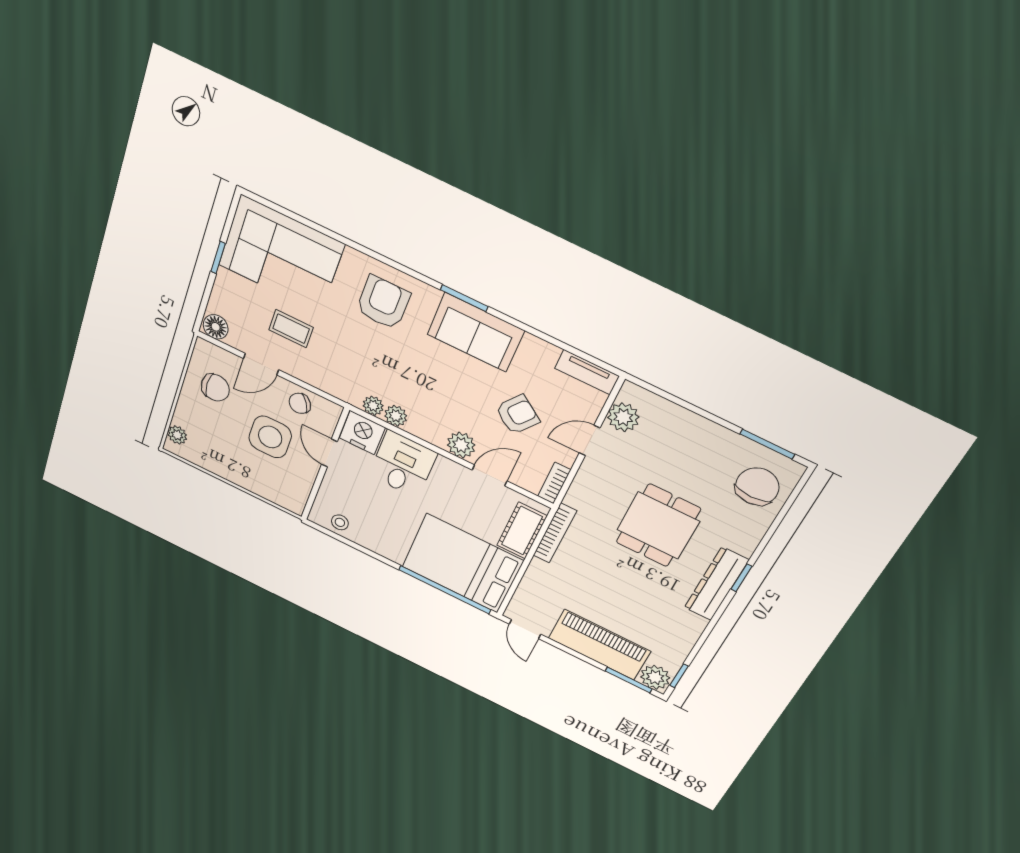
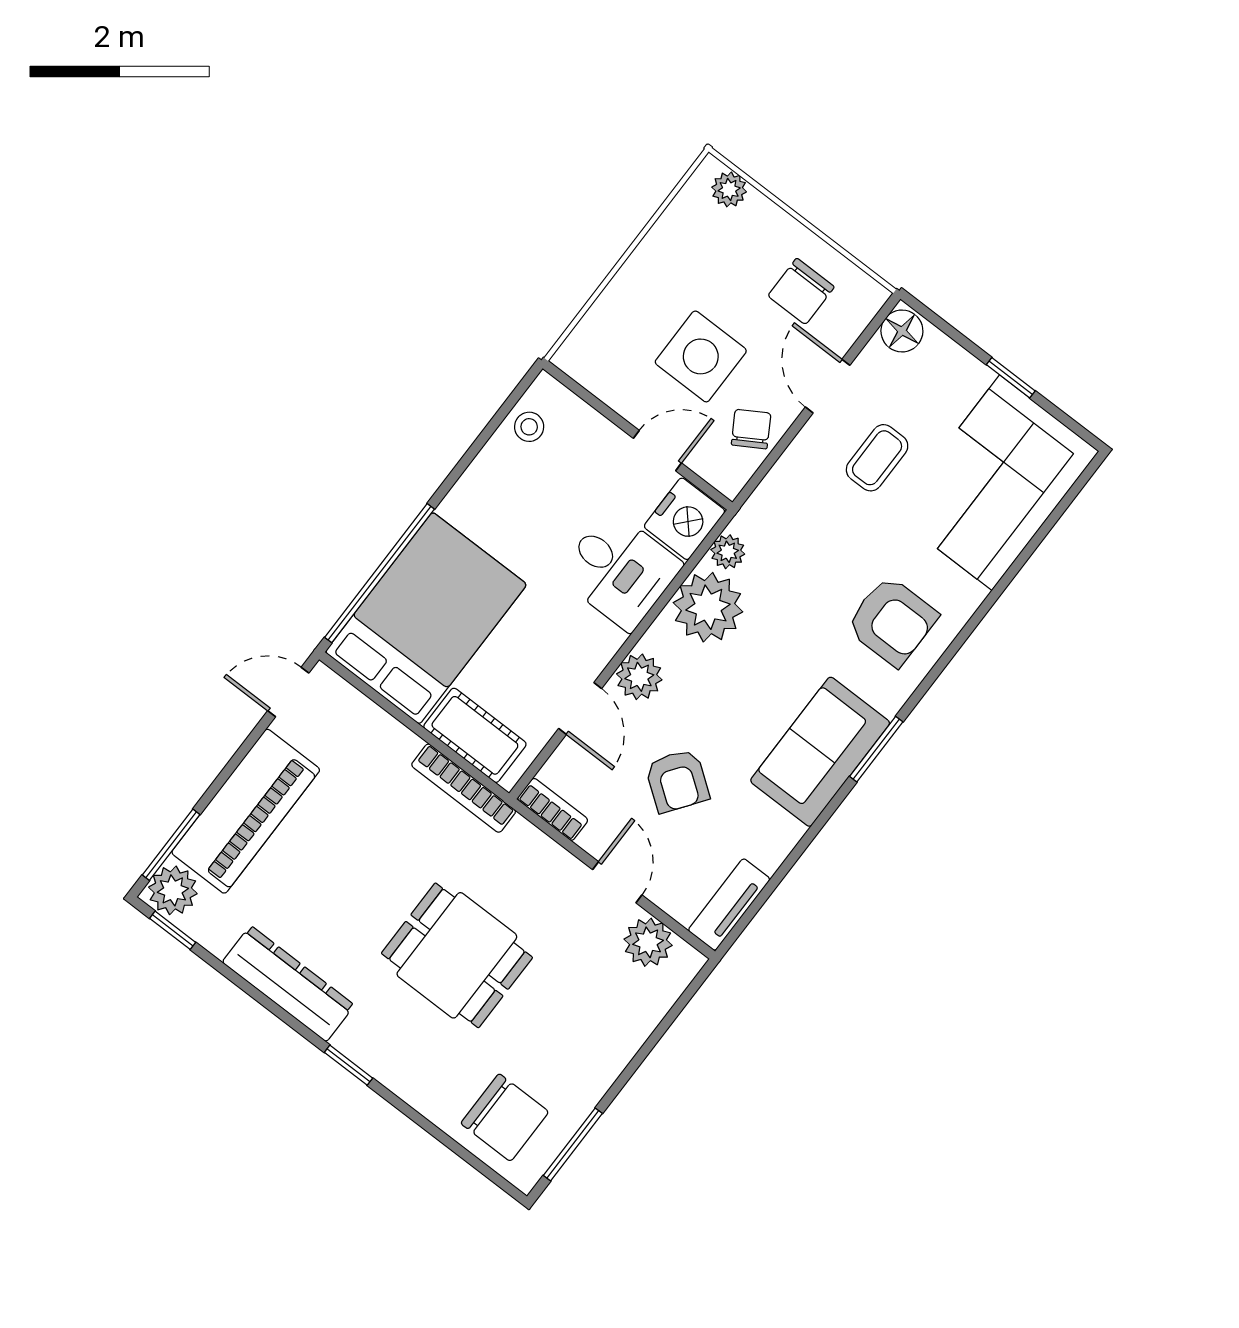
plant: (396, 416) -> (708, 607), width x1.88, depth x1.88
dresser: (716, 584) -> (288, 984), moved

